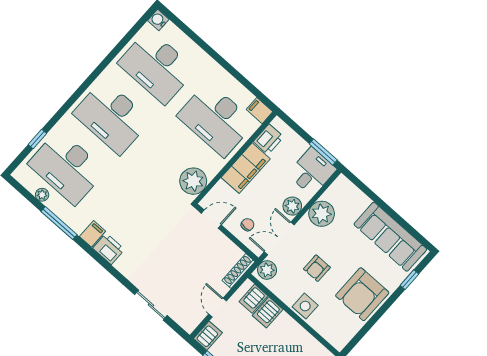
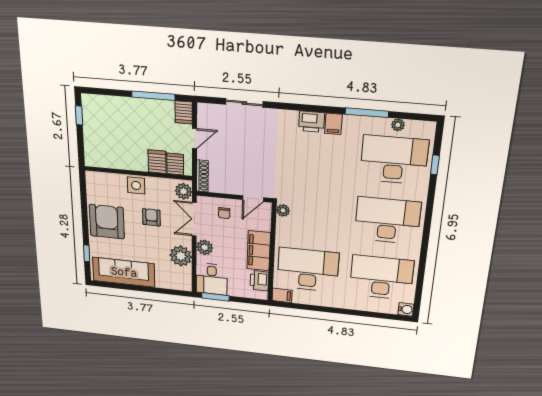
plant: (193, 181) -> (283, 210), width x0.53, depth x0.53
double door: (279, 238) -> (194, 219), swing flipped
door: (218, 308) -> (195, 138), hinge flipped

